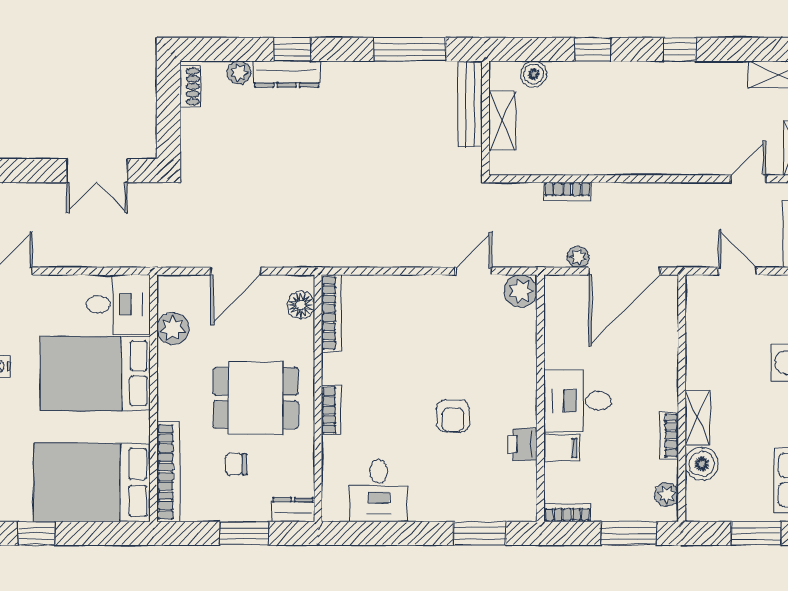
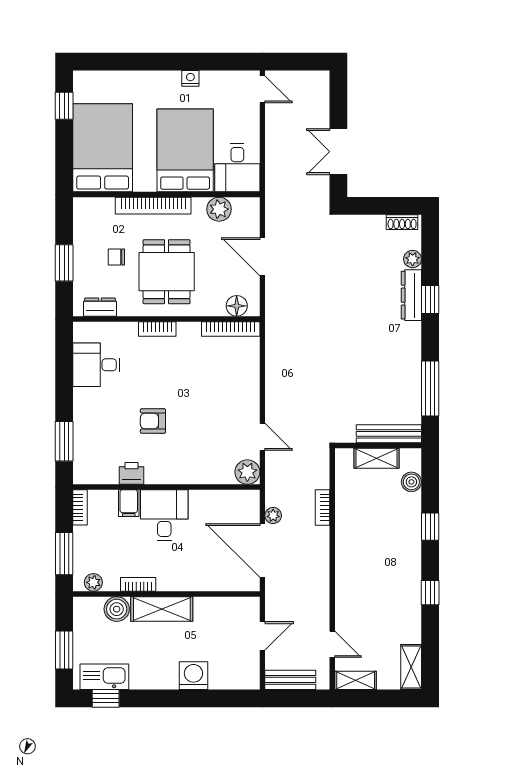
shelving: (698, 418) -> (162, 609), width x1.50, depth x1.33
chair: (236, 464) -> (116, 257), turned -90
bookcase: (168, 472) -> (153, 206), moved
dresser: (293, 510) -> (100, 307), moved, turned -90

